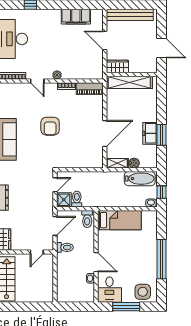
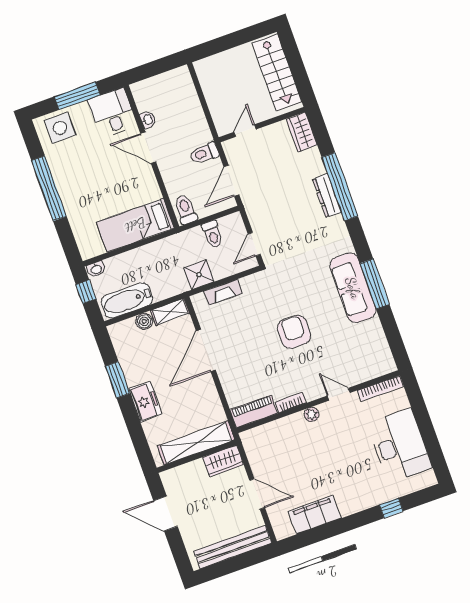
freezer: (150, 133) -> (145, 402), moved
fireplace: (83, 163) -> (223, 292), added
shower: (64, 200) -> (199, 275), moved

